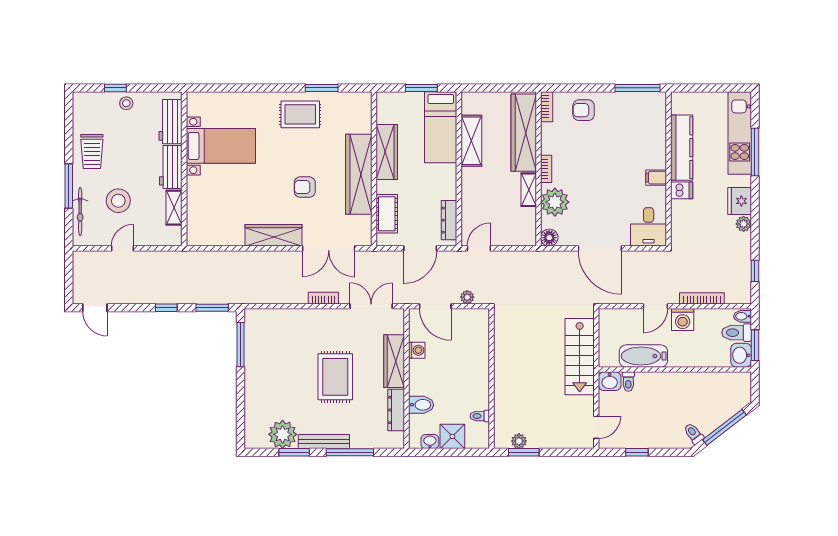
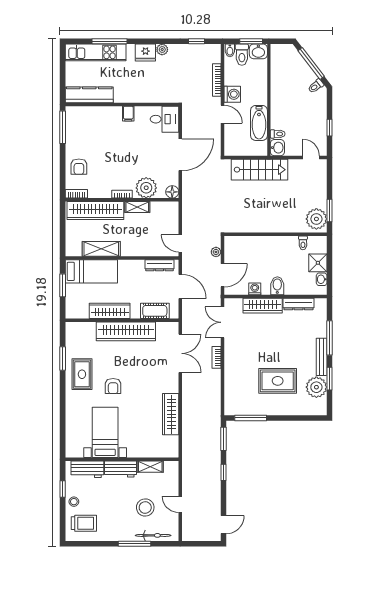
window: (115, 88) -> (63, 489), moved
kitchen counter: (682, 148) -> (89, 95), moved
trolley: (92, 151) -> (84, 523), moved
armchair: (305, 187) -> (113, 386), moved
dishwasher: (682, 190) -> (138, 95), removed
wardrobe: (274, 235) -> (171, 414), moved
rug: (335, 377) -> (278, 381), moved
bidet: (421, 405) -> (277, 286), moved
plant: (519, 441) -> (316, 219), width x1.88, depth x1.88

